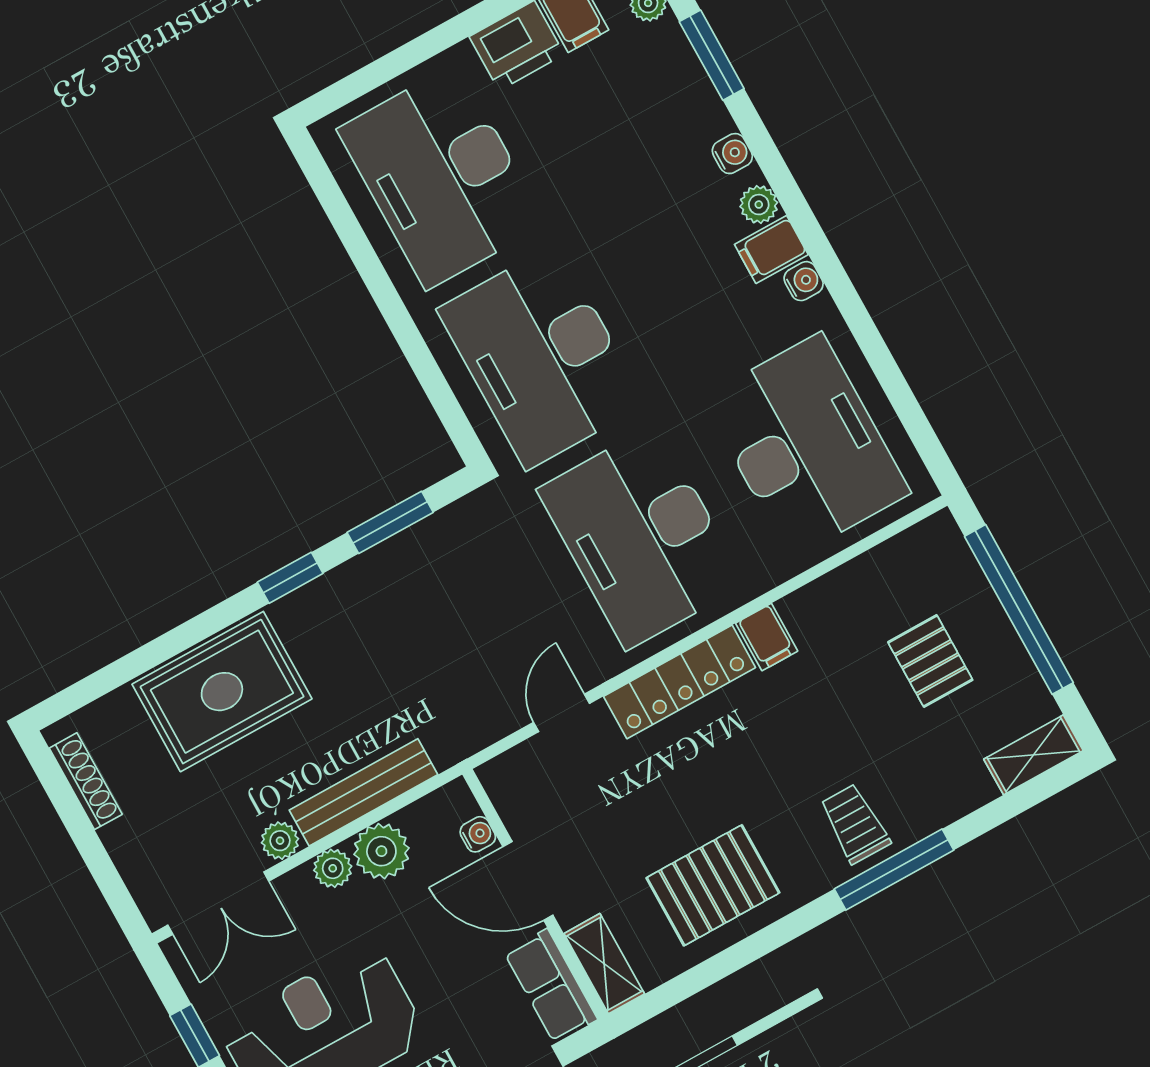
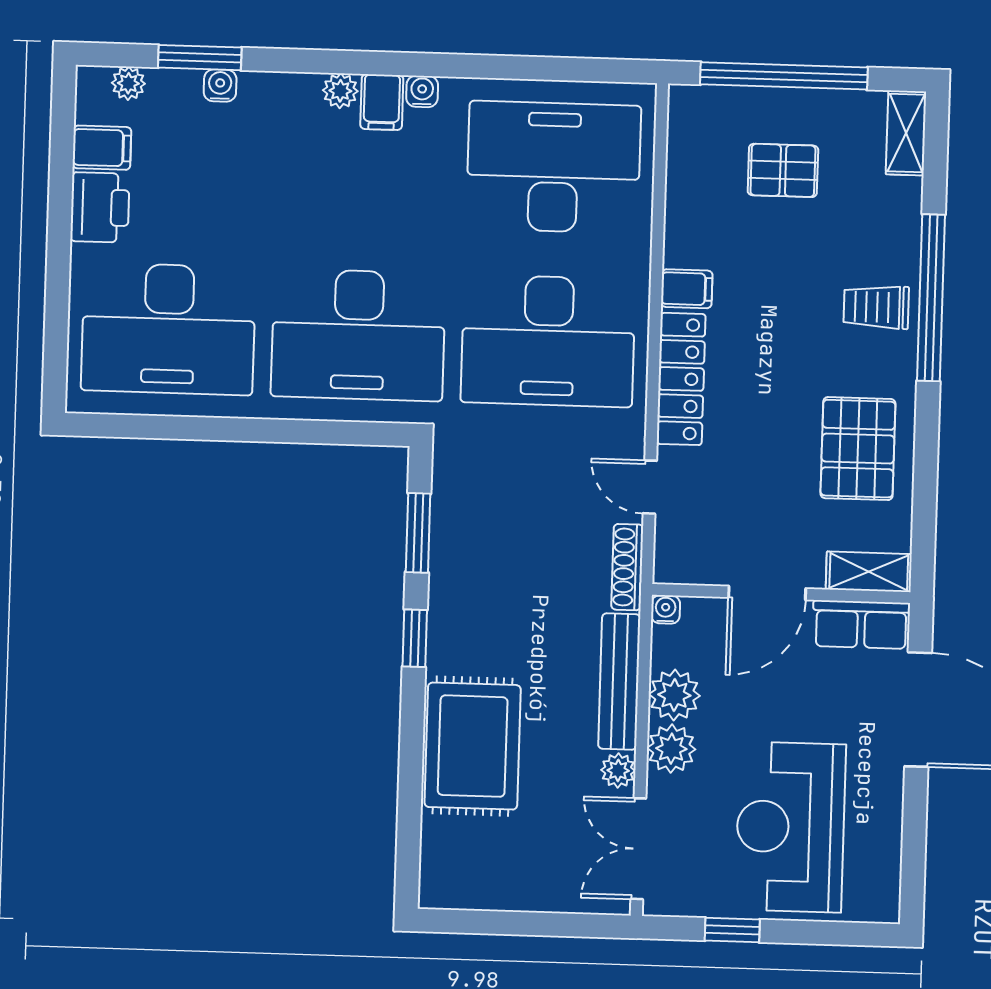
water cooler: (732, 154) -> (220, 85), moved
shoe rack: (86, 781) -> (627, 567), moved, turned -90
water cooler: (478, 834) -> (666, 609), moved
plant: (333, 868) -> (671, 749), width x1.38, depth x1.38
window: (894, 870) -> (931, 298), width x1.46
double door: (218, 903) -> (638, 849), swing flipped

